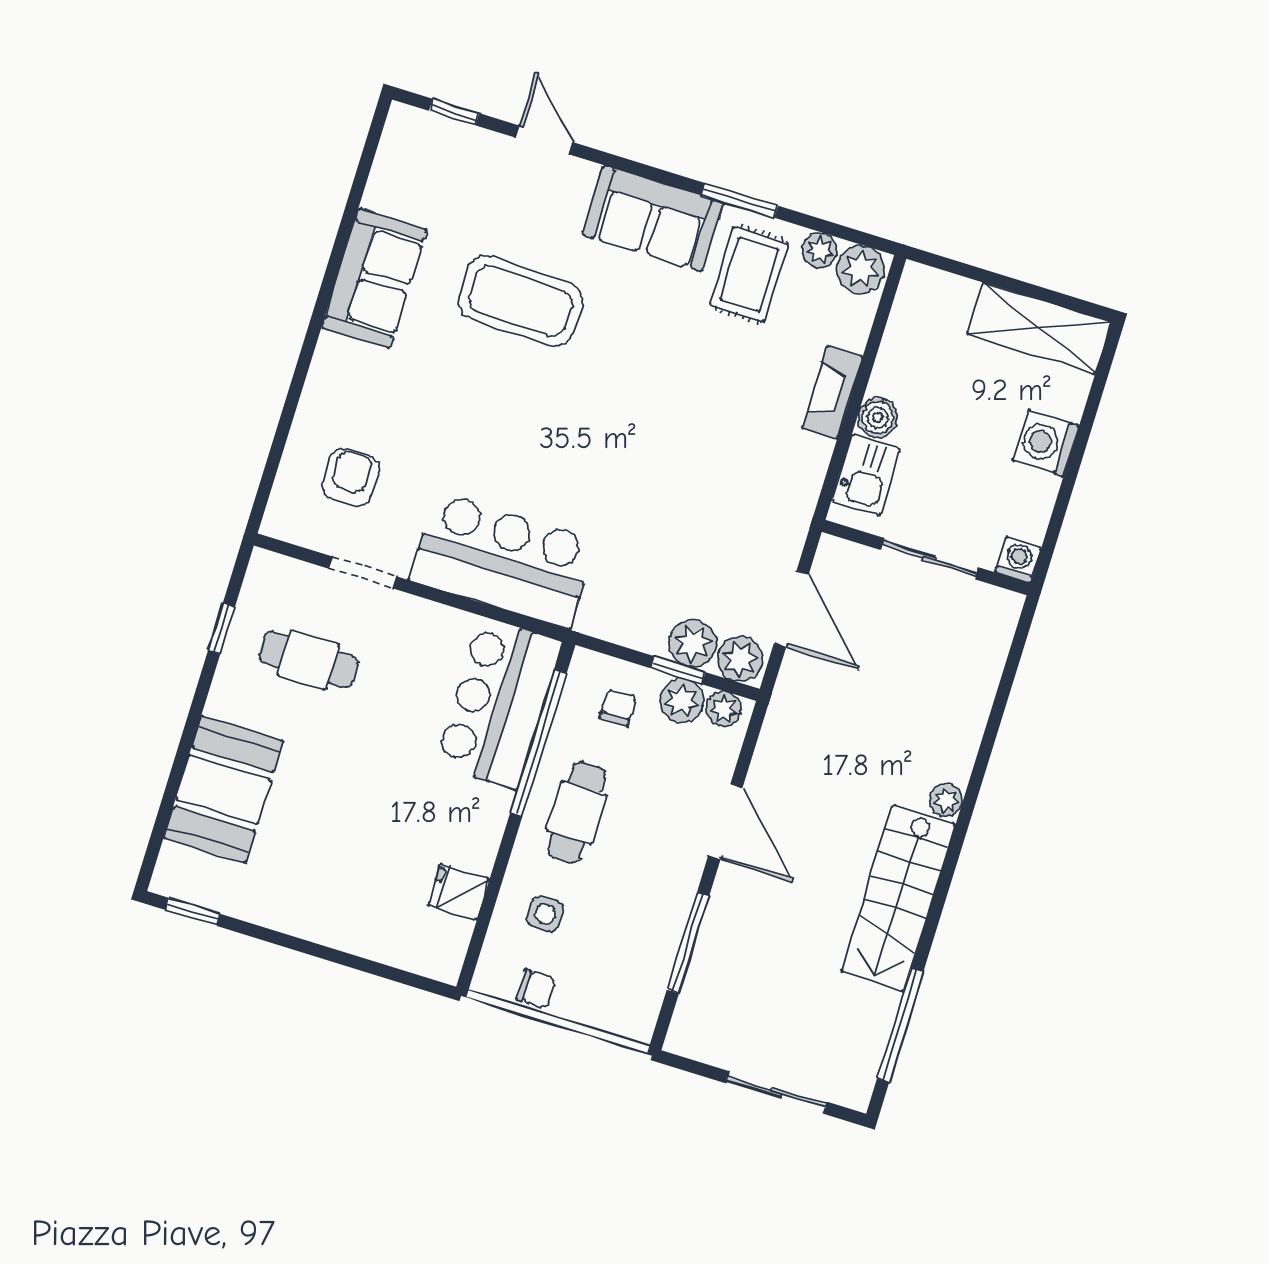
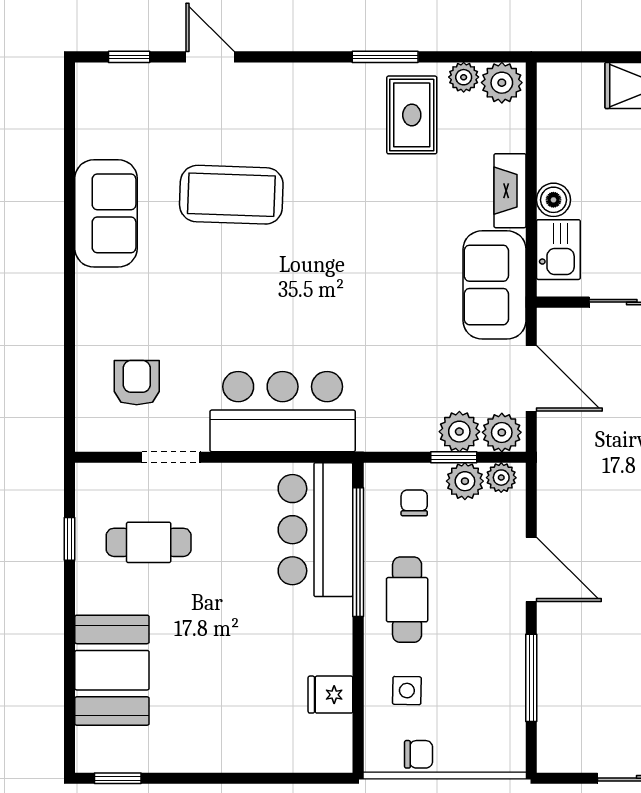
sofa: (653, 218) -> (495, 285), moved, turned 90

